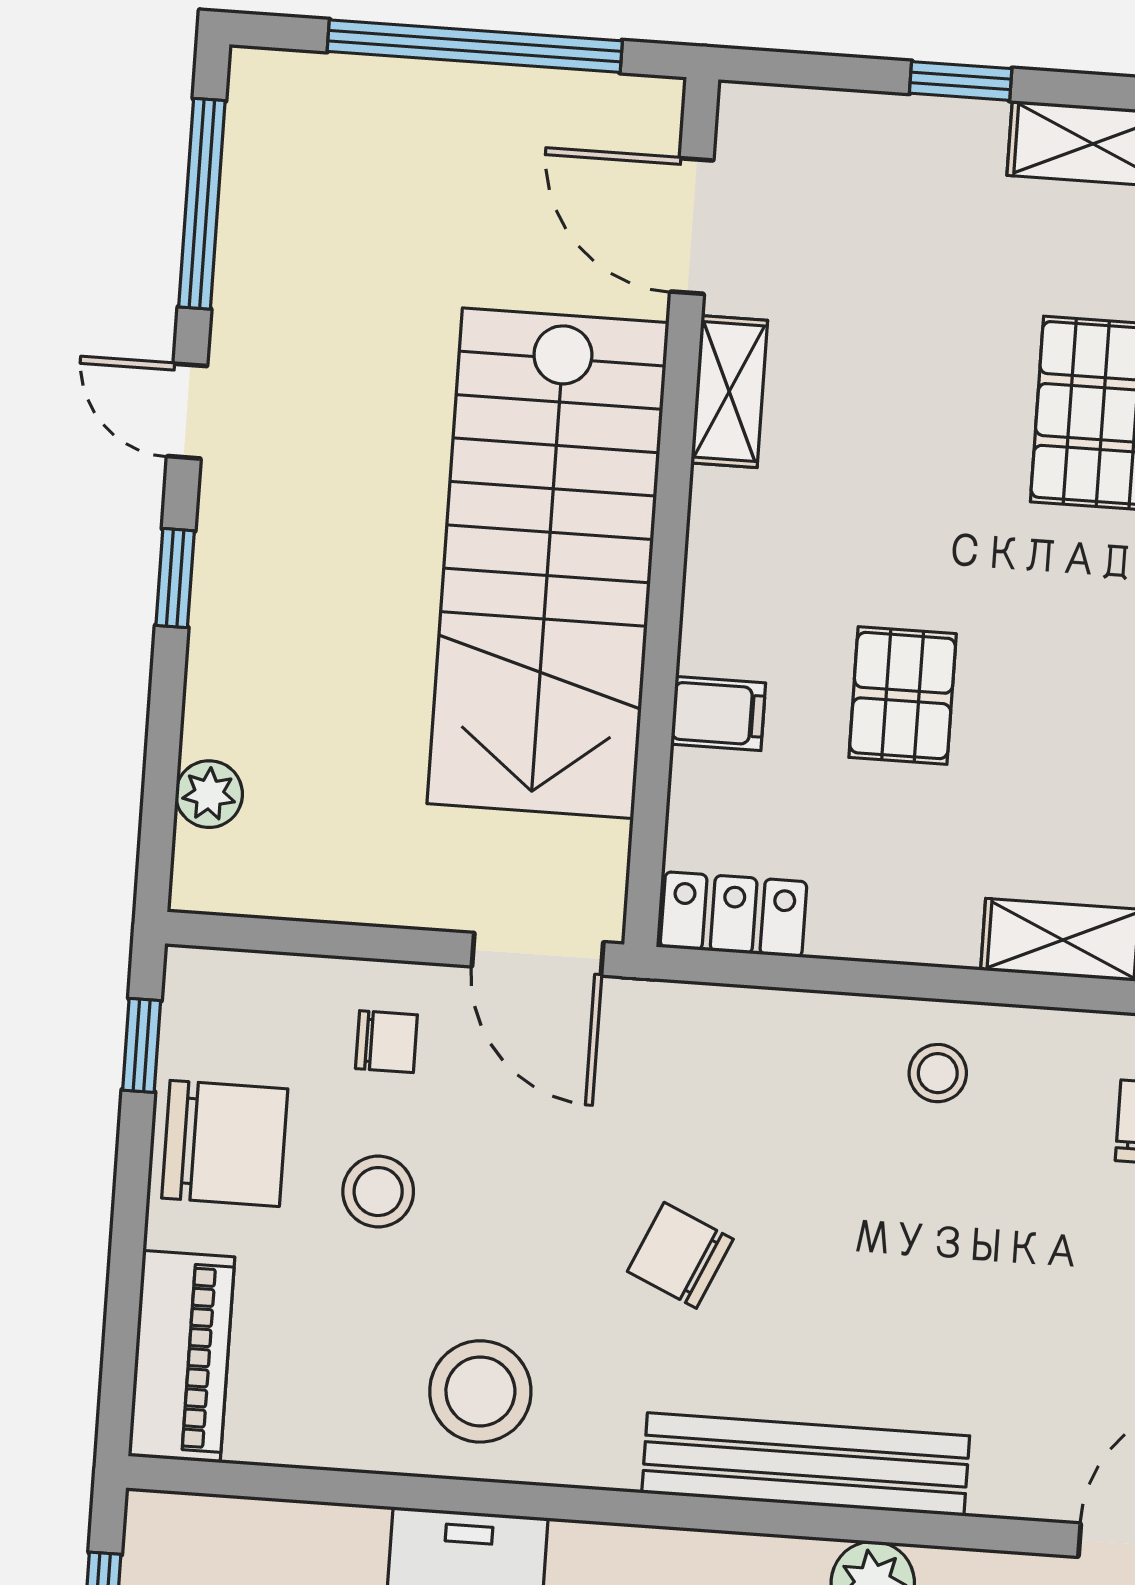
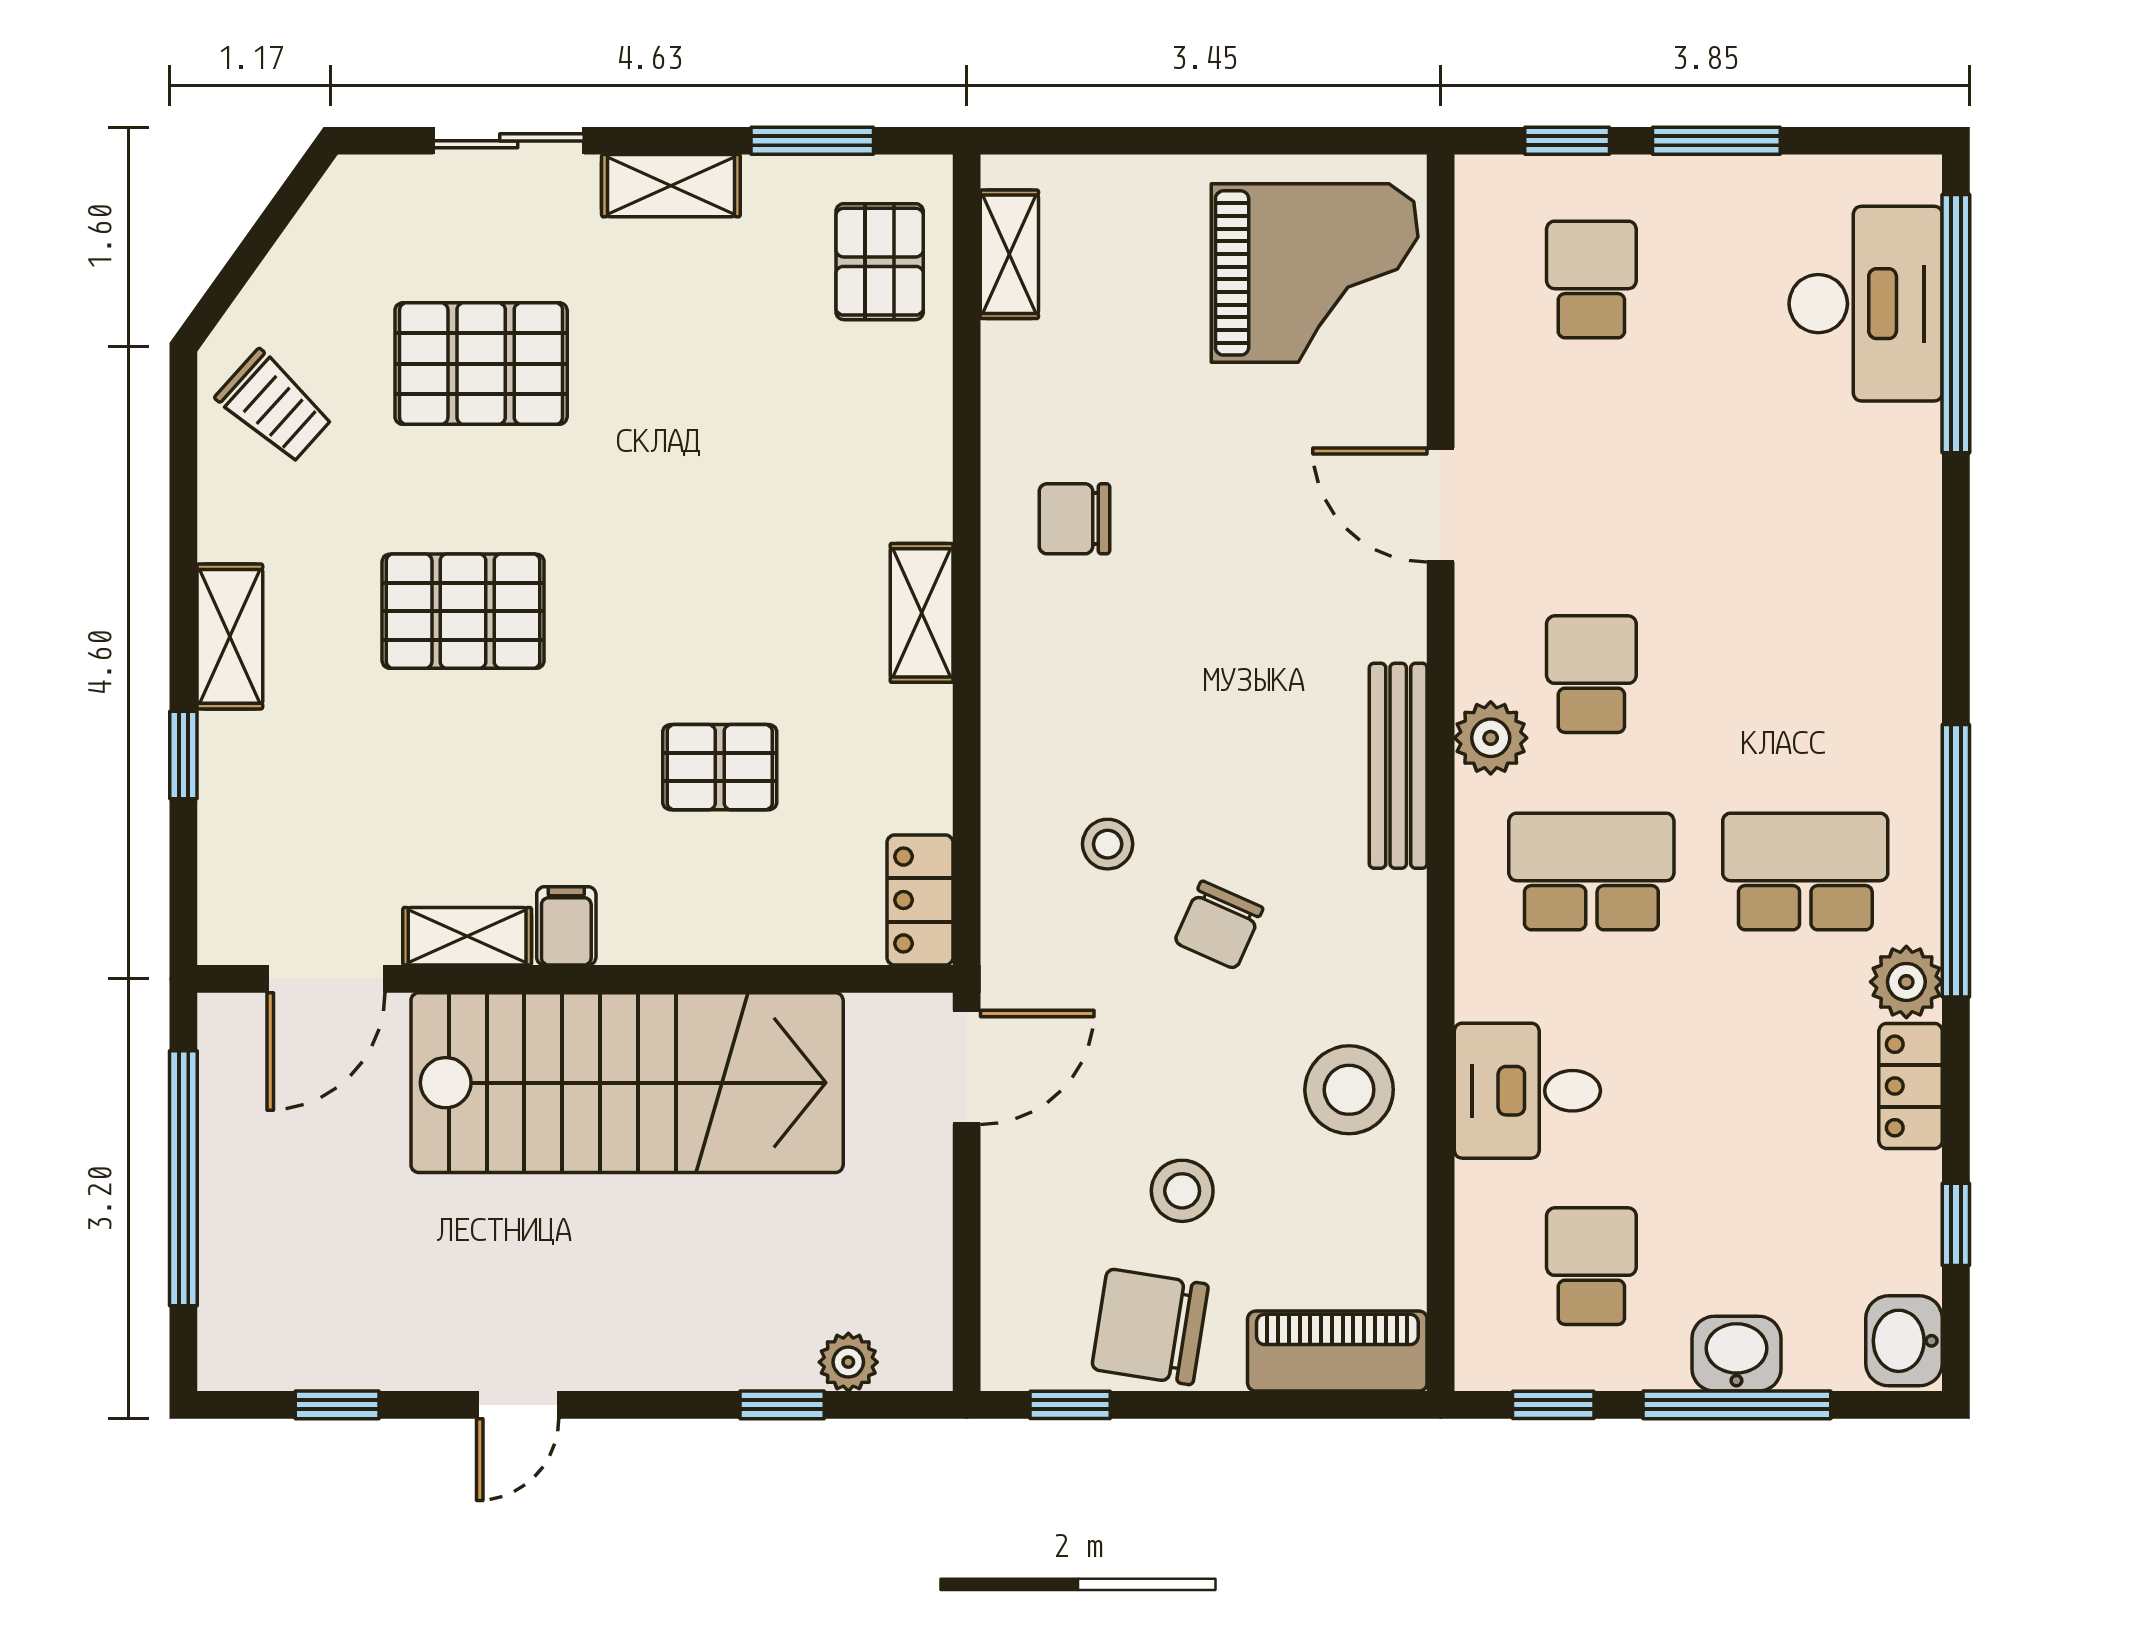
window: (202, 204) -> (337, 1405), width x0.46
window: (175, 578) -> (782, 1405), moved
filing cabinet: (718, 714) -> (566, 926), moved
chair: (386, 1042) -> (1052, 1193), removed
stool: (938, 1073) -> (1108, 844), moved
chair: (225, 1143) -> (1150, 1327), turned -81
bench: (806, 1464) -> (1398, 766), width x0.73, depth x0.82

